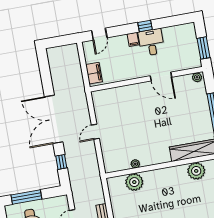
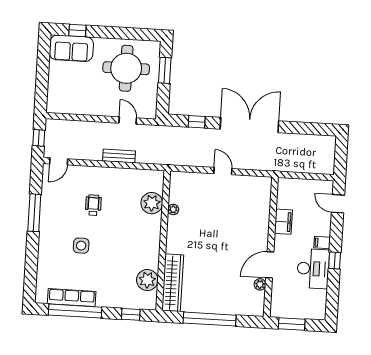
desk: (151, 42) -> (313, 269), width x1.37
filing cabinet: (94, 73) -> (283, 222), moved, turned -90
plant: (197, 77) -> (260, 284), moved
window: (26, 197) -> (165, 70), width x0.69

